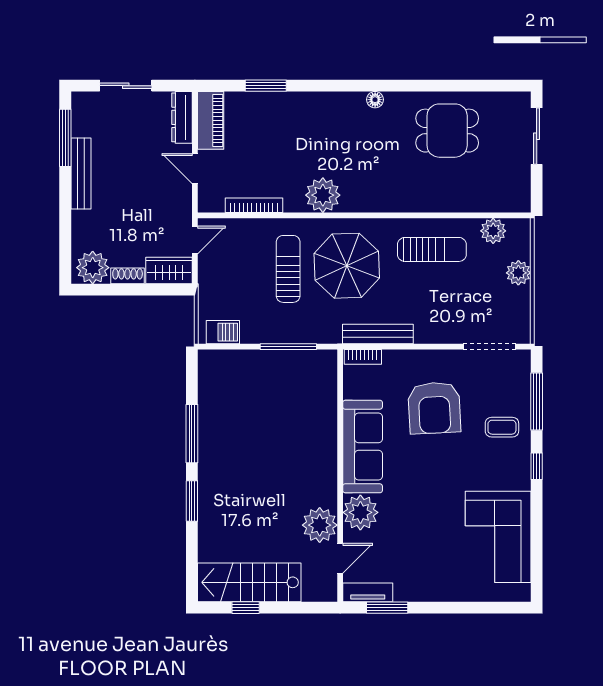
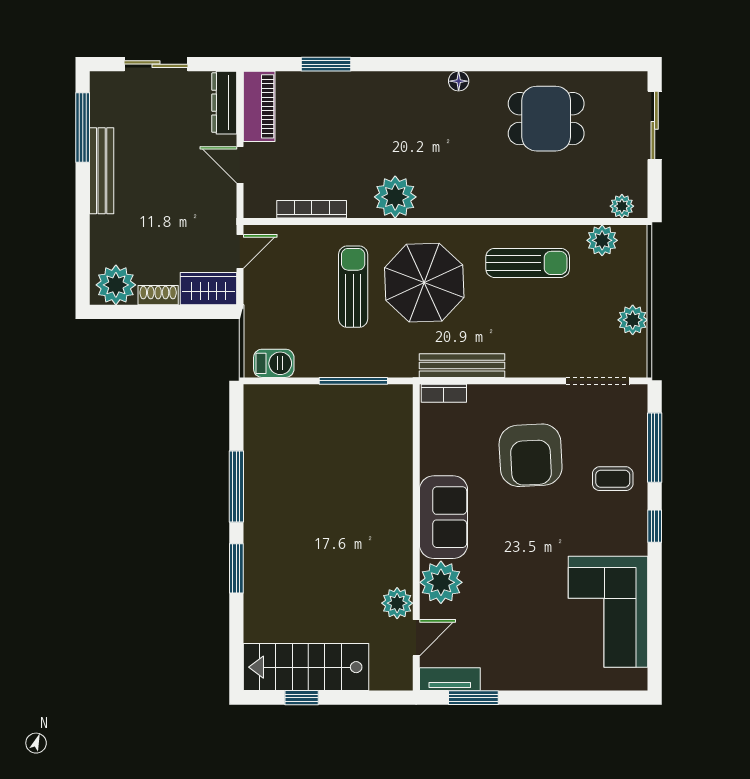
plant: (509, 203) -> (622, 206), added
plant: (518, 273) -> (633, 320), moved
sofa: (363, 447) -> (443, 517), width x0.73
plant: (320, 525) -> (397, 603), width x0.73, depth x0.73

